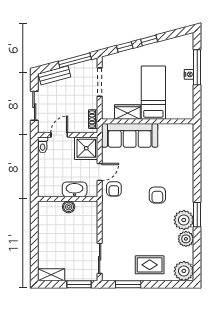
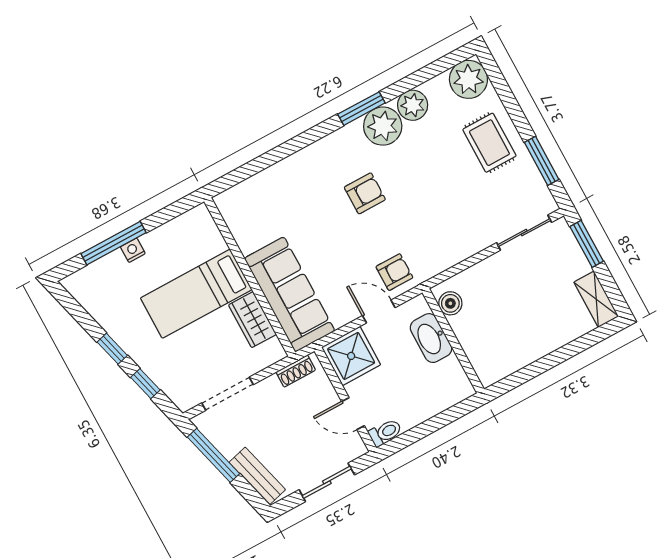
boiler: (69, 207) -> (450, 303), moved

